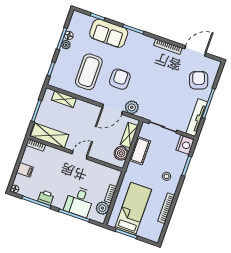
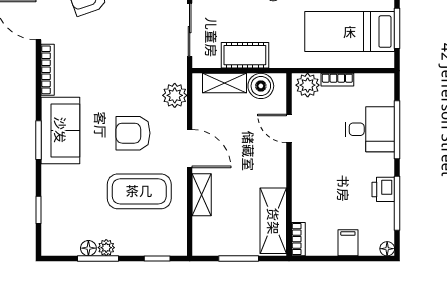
sofa: (109, 33) -> (60, 130), moved
shelving: (64, 99) -> (202, 195), moved
door: (113, 109) -> (190, 149), moved
door: (80, 155) -> (289, 128), moved
plant: (102, 208) -> (308, 85), moved

